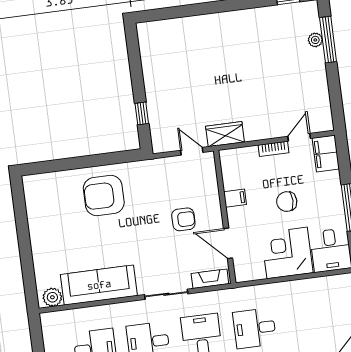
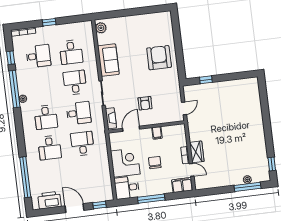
wardrobe: (225, 134) -> (197, 152), moved
sofa: (99, 285) -> (108, 60), width x0.73

